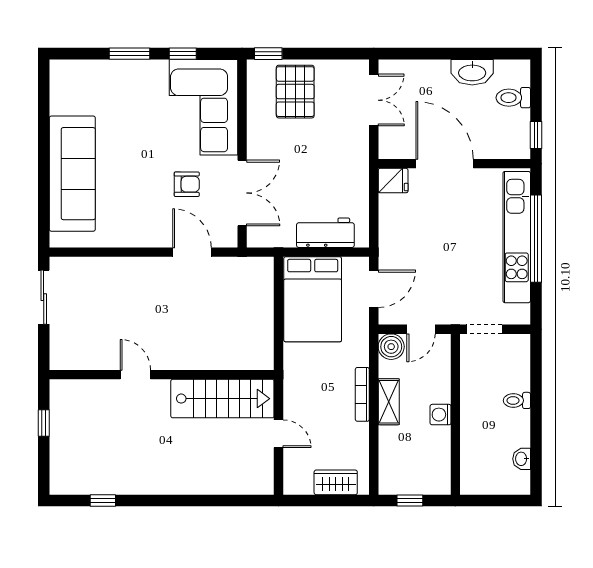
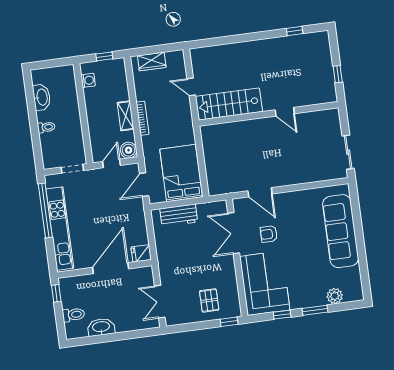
plant: (95, 72) -> (335, 296), added
pallet: (295, 92) -> (209, 300), width x0.67, depth x0.71
door: (445, 164) -> (111, 268), swing flipped
window: (536, 239) -> (45, 210), moved
washing machine: (441, 415) -> (88, 80), moved
washbasin: (522, 459) -> (42, 97), width x1.91, depth x1.45

